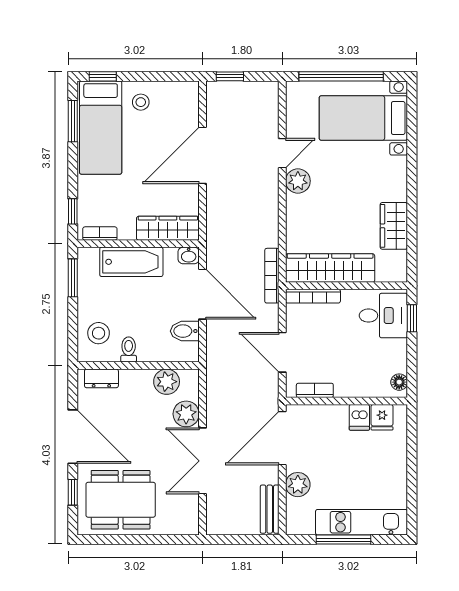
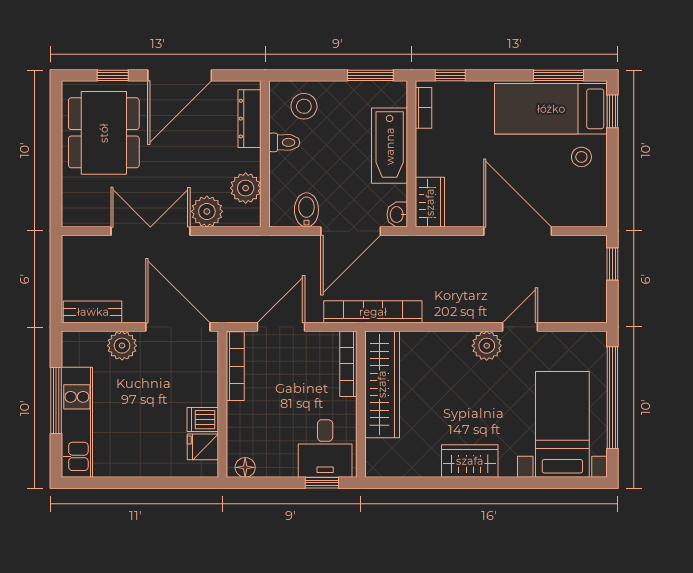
door: (282, 153) -> (520, 327), swing flipped
wardrobe: (394, 226) -> (470, 461), moved
wardrobe: (168, 228) -> (430, 202), width x0.67
bookcase: (272, 276) -> (373, 312), width x1.48, depth x1.31
dresser: (101, 378) -> (250, 119), width x1.44
bookcase: (315, 390) -> (235, 366), width x1.56

